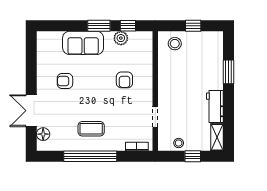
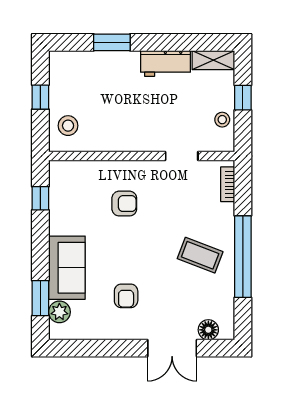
window: (99, 26) -> (40, 298), moved
plant: (121, 38) -> (59, 312), moved
coffee table: (91, 129) -> (200, 255), turned -69

